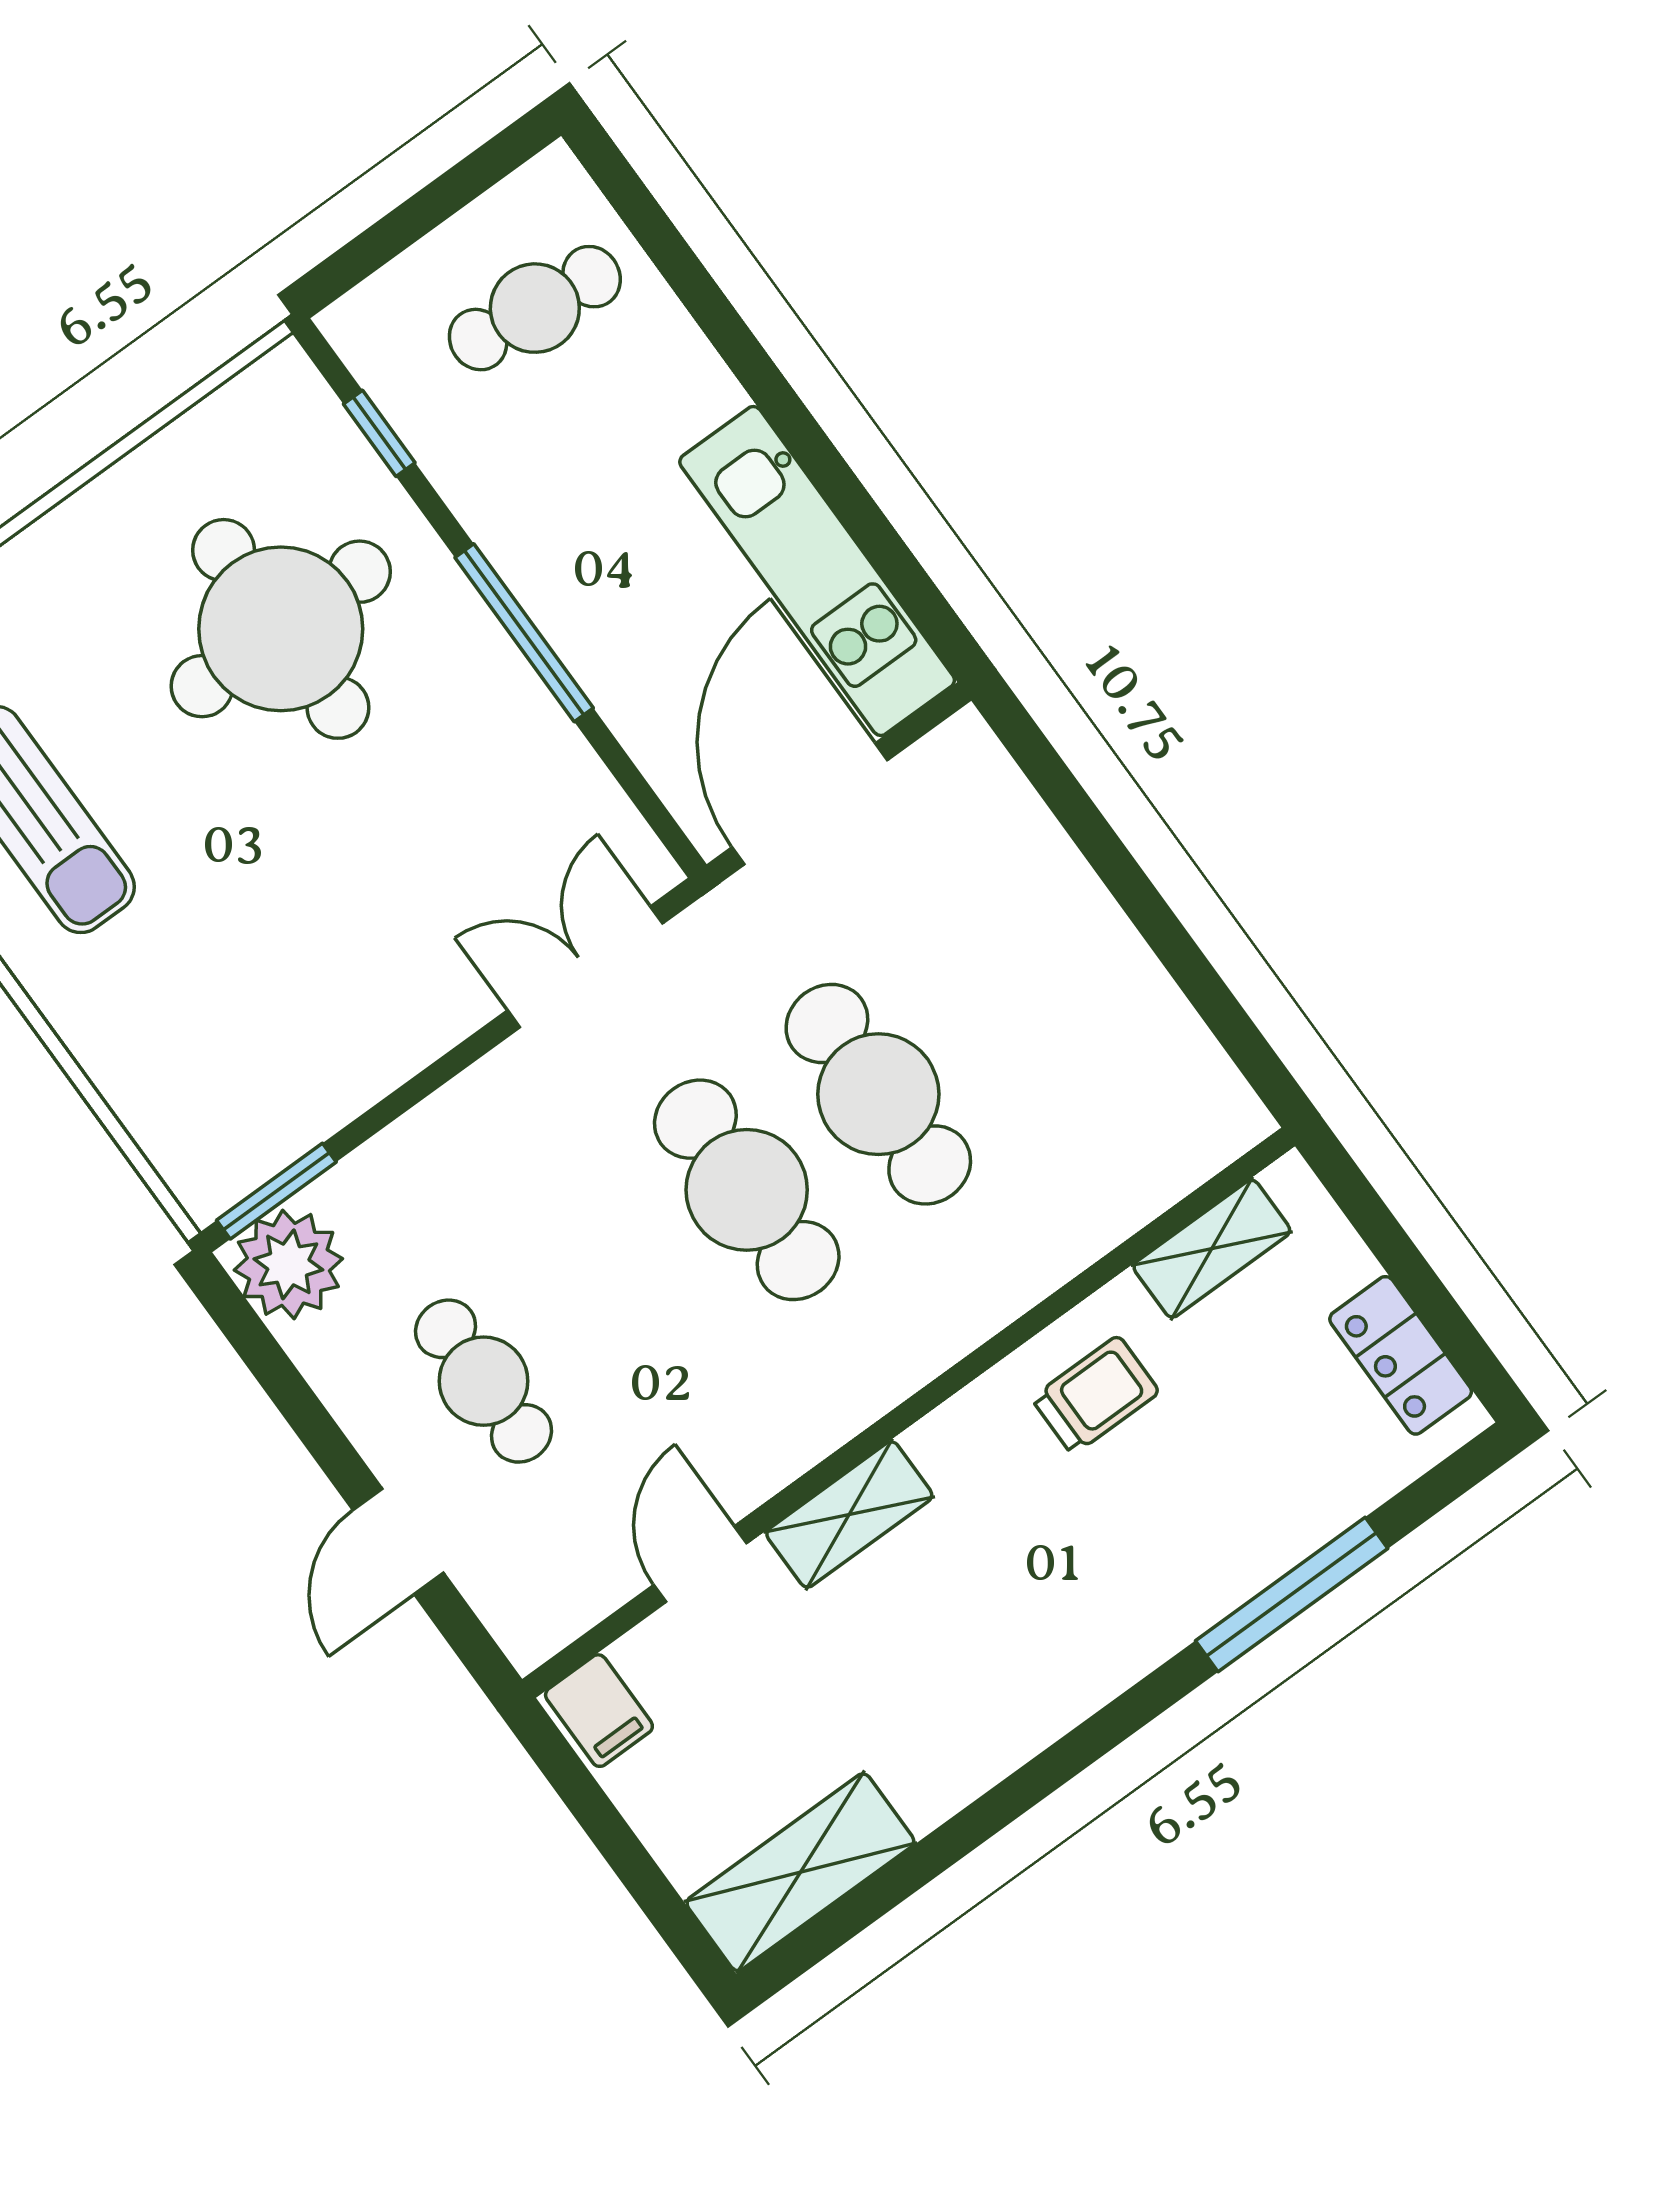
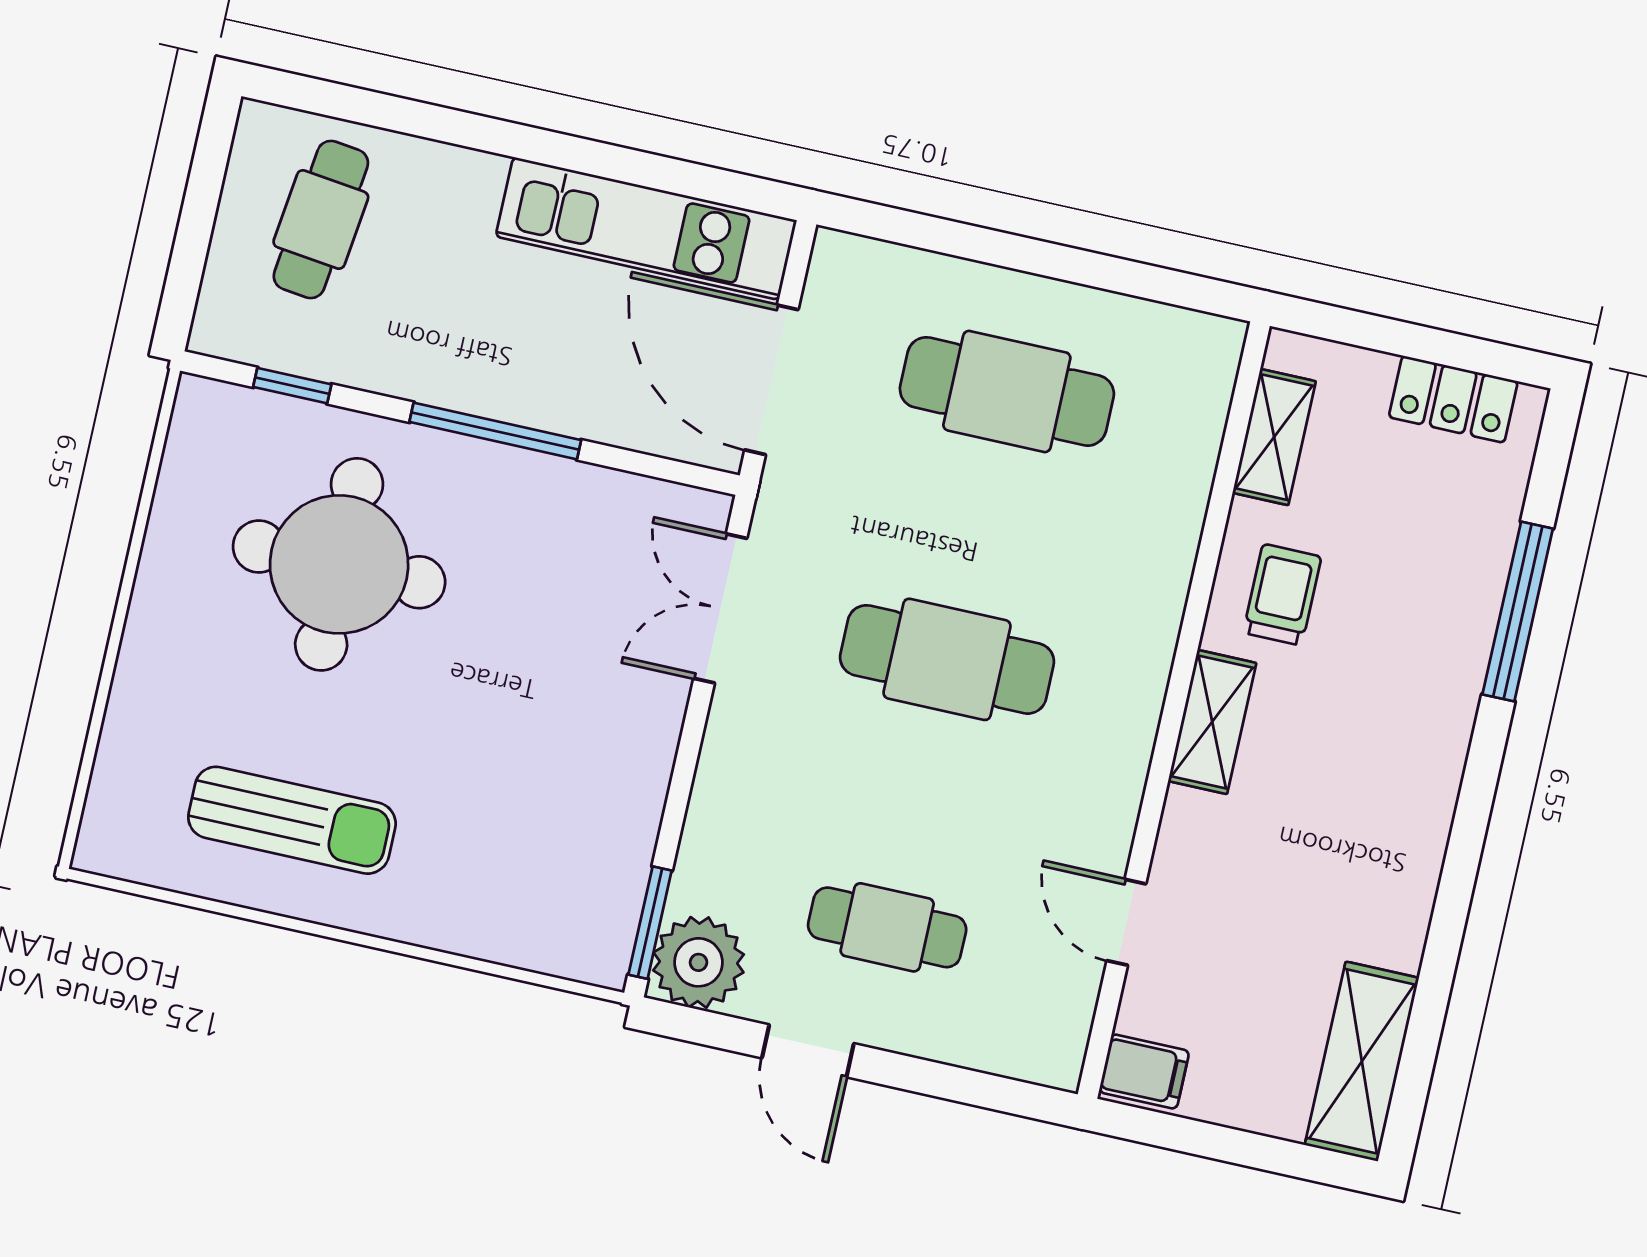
cafe table: (878, 1094) -> (1007, 391), moved
shelving: (849, 1514) -> (1212, 722), moved
door: (398, 1542) -> (808, 1051), moved

